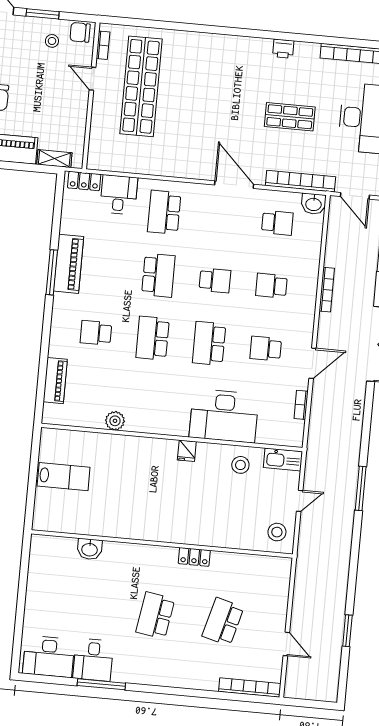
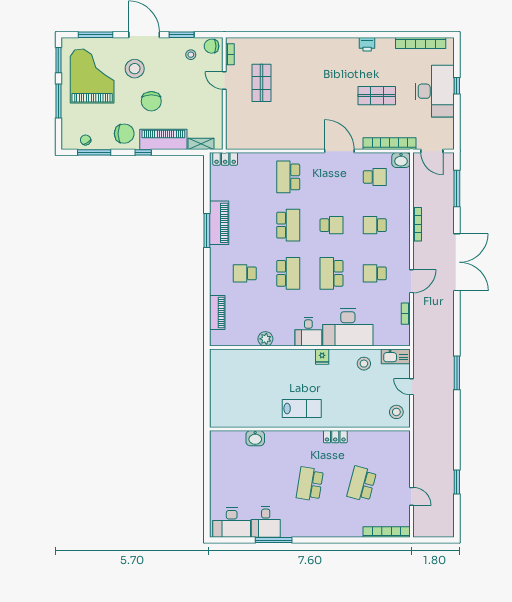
shop shelf: (141, 86) -> (262, 83), width x0.50, depth x0.74
desk: (119, 195) -> (308, 332), moved, turned 180
school desk: (153, 338) -> (288, 273), turned 180
lab bench: (64, 477) -> (302, 409), moved
door: (300, 501) -> (411, 387), swing flipped

